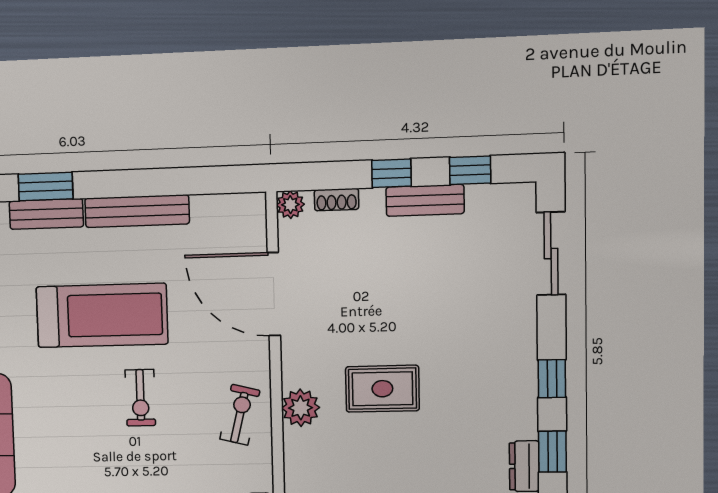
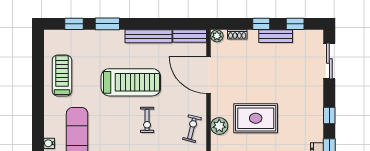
bench: (46, 214) -> (190, 36), moved
rug: (382, 389) -> (256, 118), width x1.36, depth x1.43

